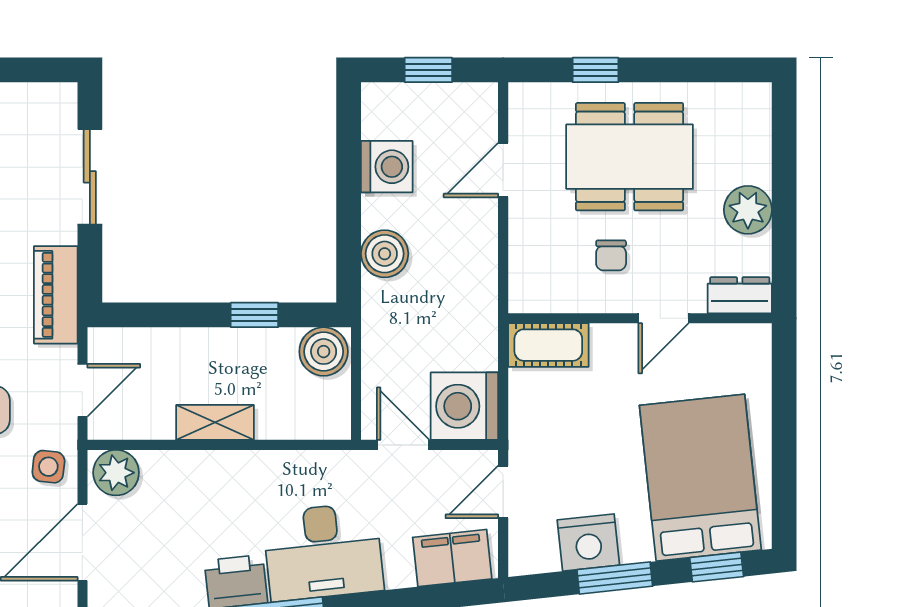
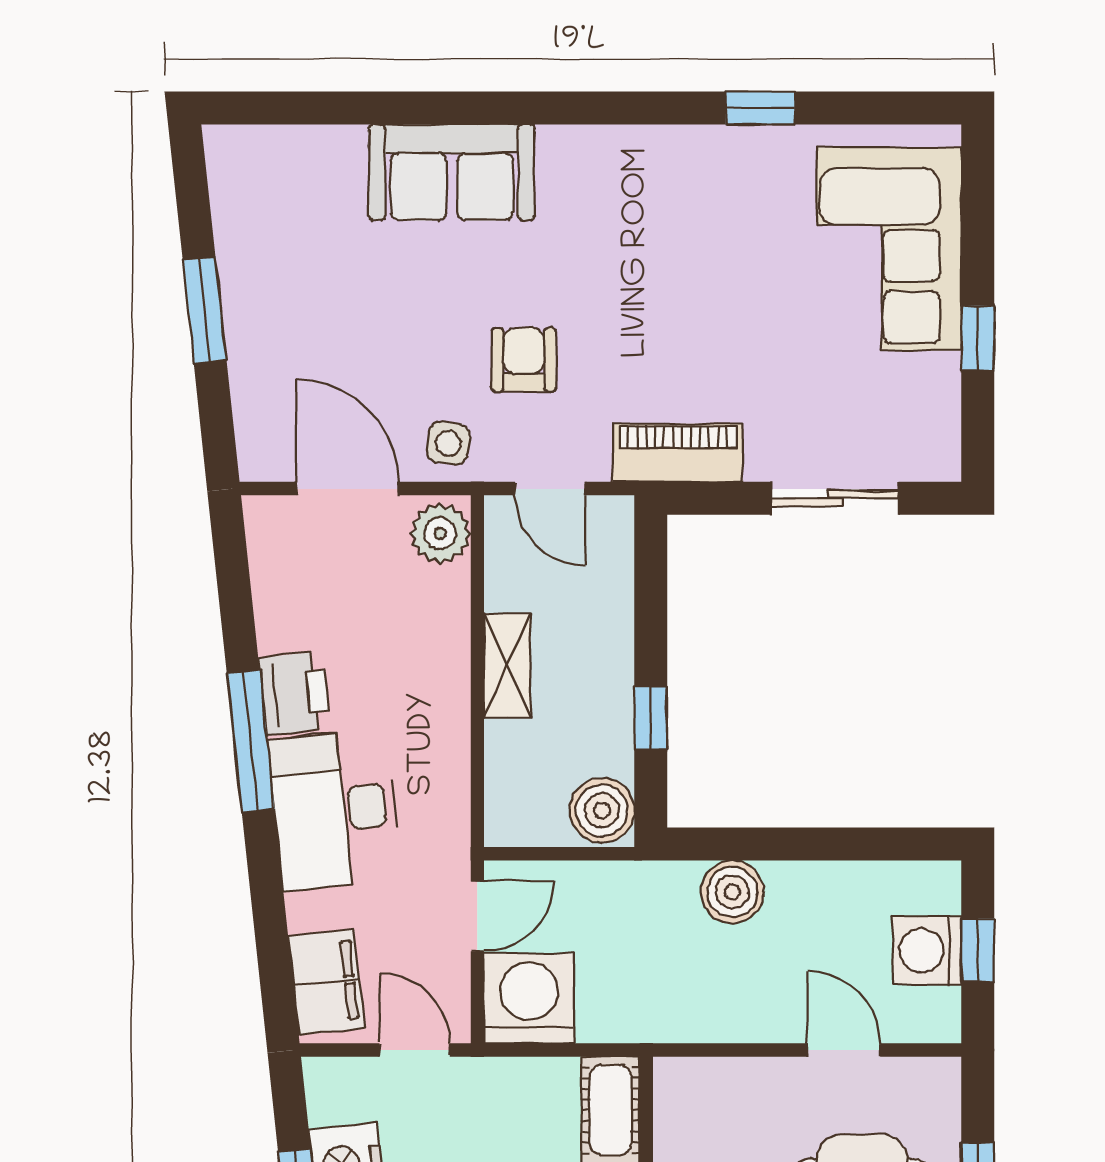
washing machine: (387, 167) -> (927, 950), moved, turned 90

